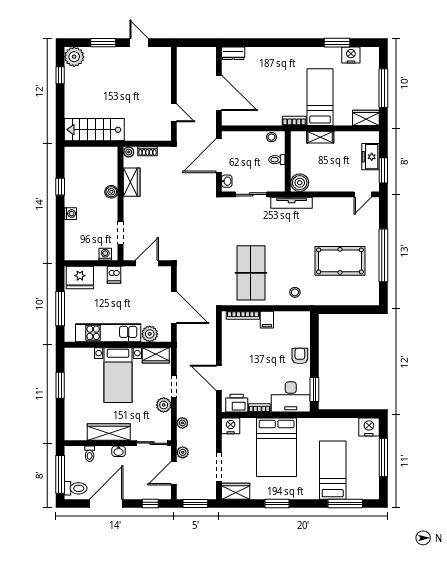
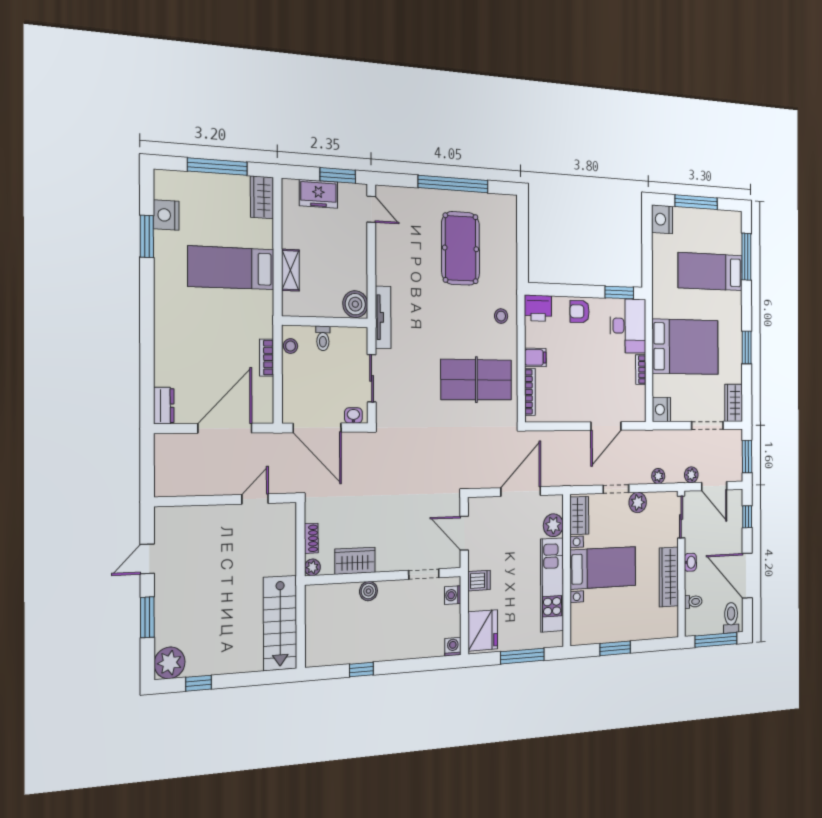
bookcase: (294, 121) -> (267, 358), moved
washing machine: (70, 214) -> (453, 647), moved
printer: (237, 403) -> (538, 308), moved, turned -90

